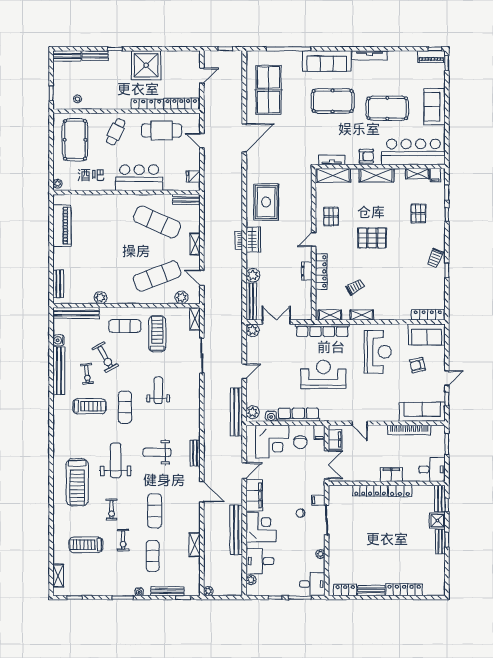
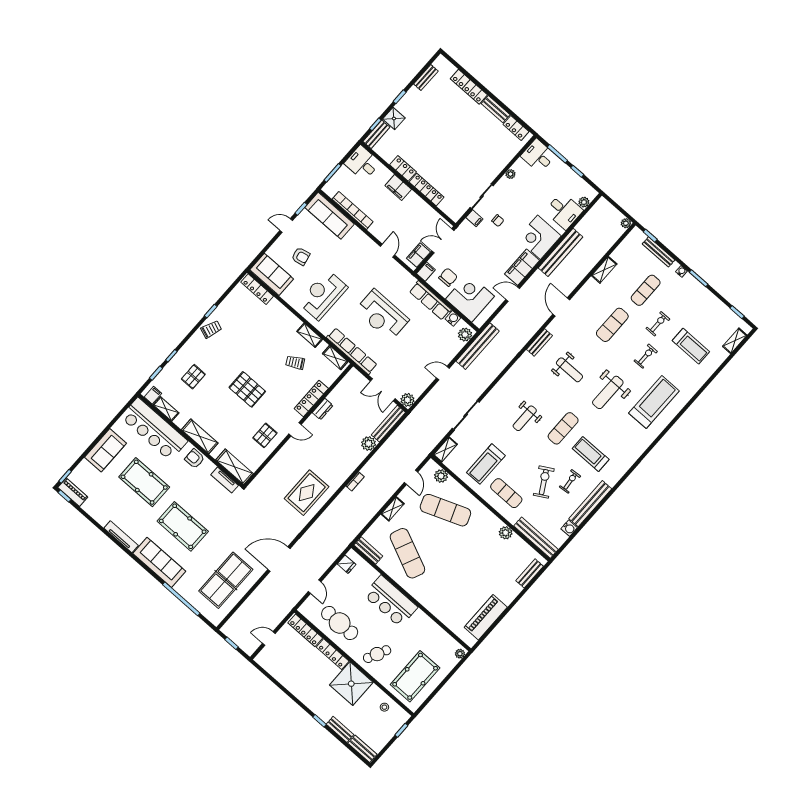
shower: (146, 65) -> (351, 684), moved
wardrobe: (253, 240) -> (343, 472), removed
bench: (440, 542) -> (426, 78), moved

